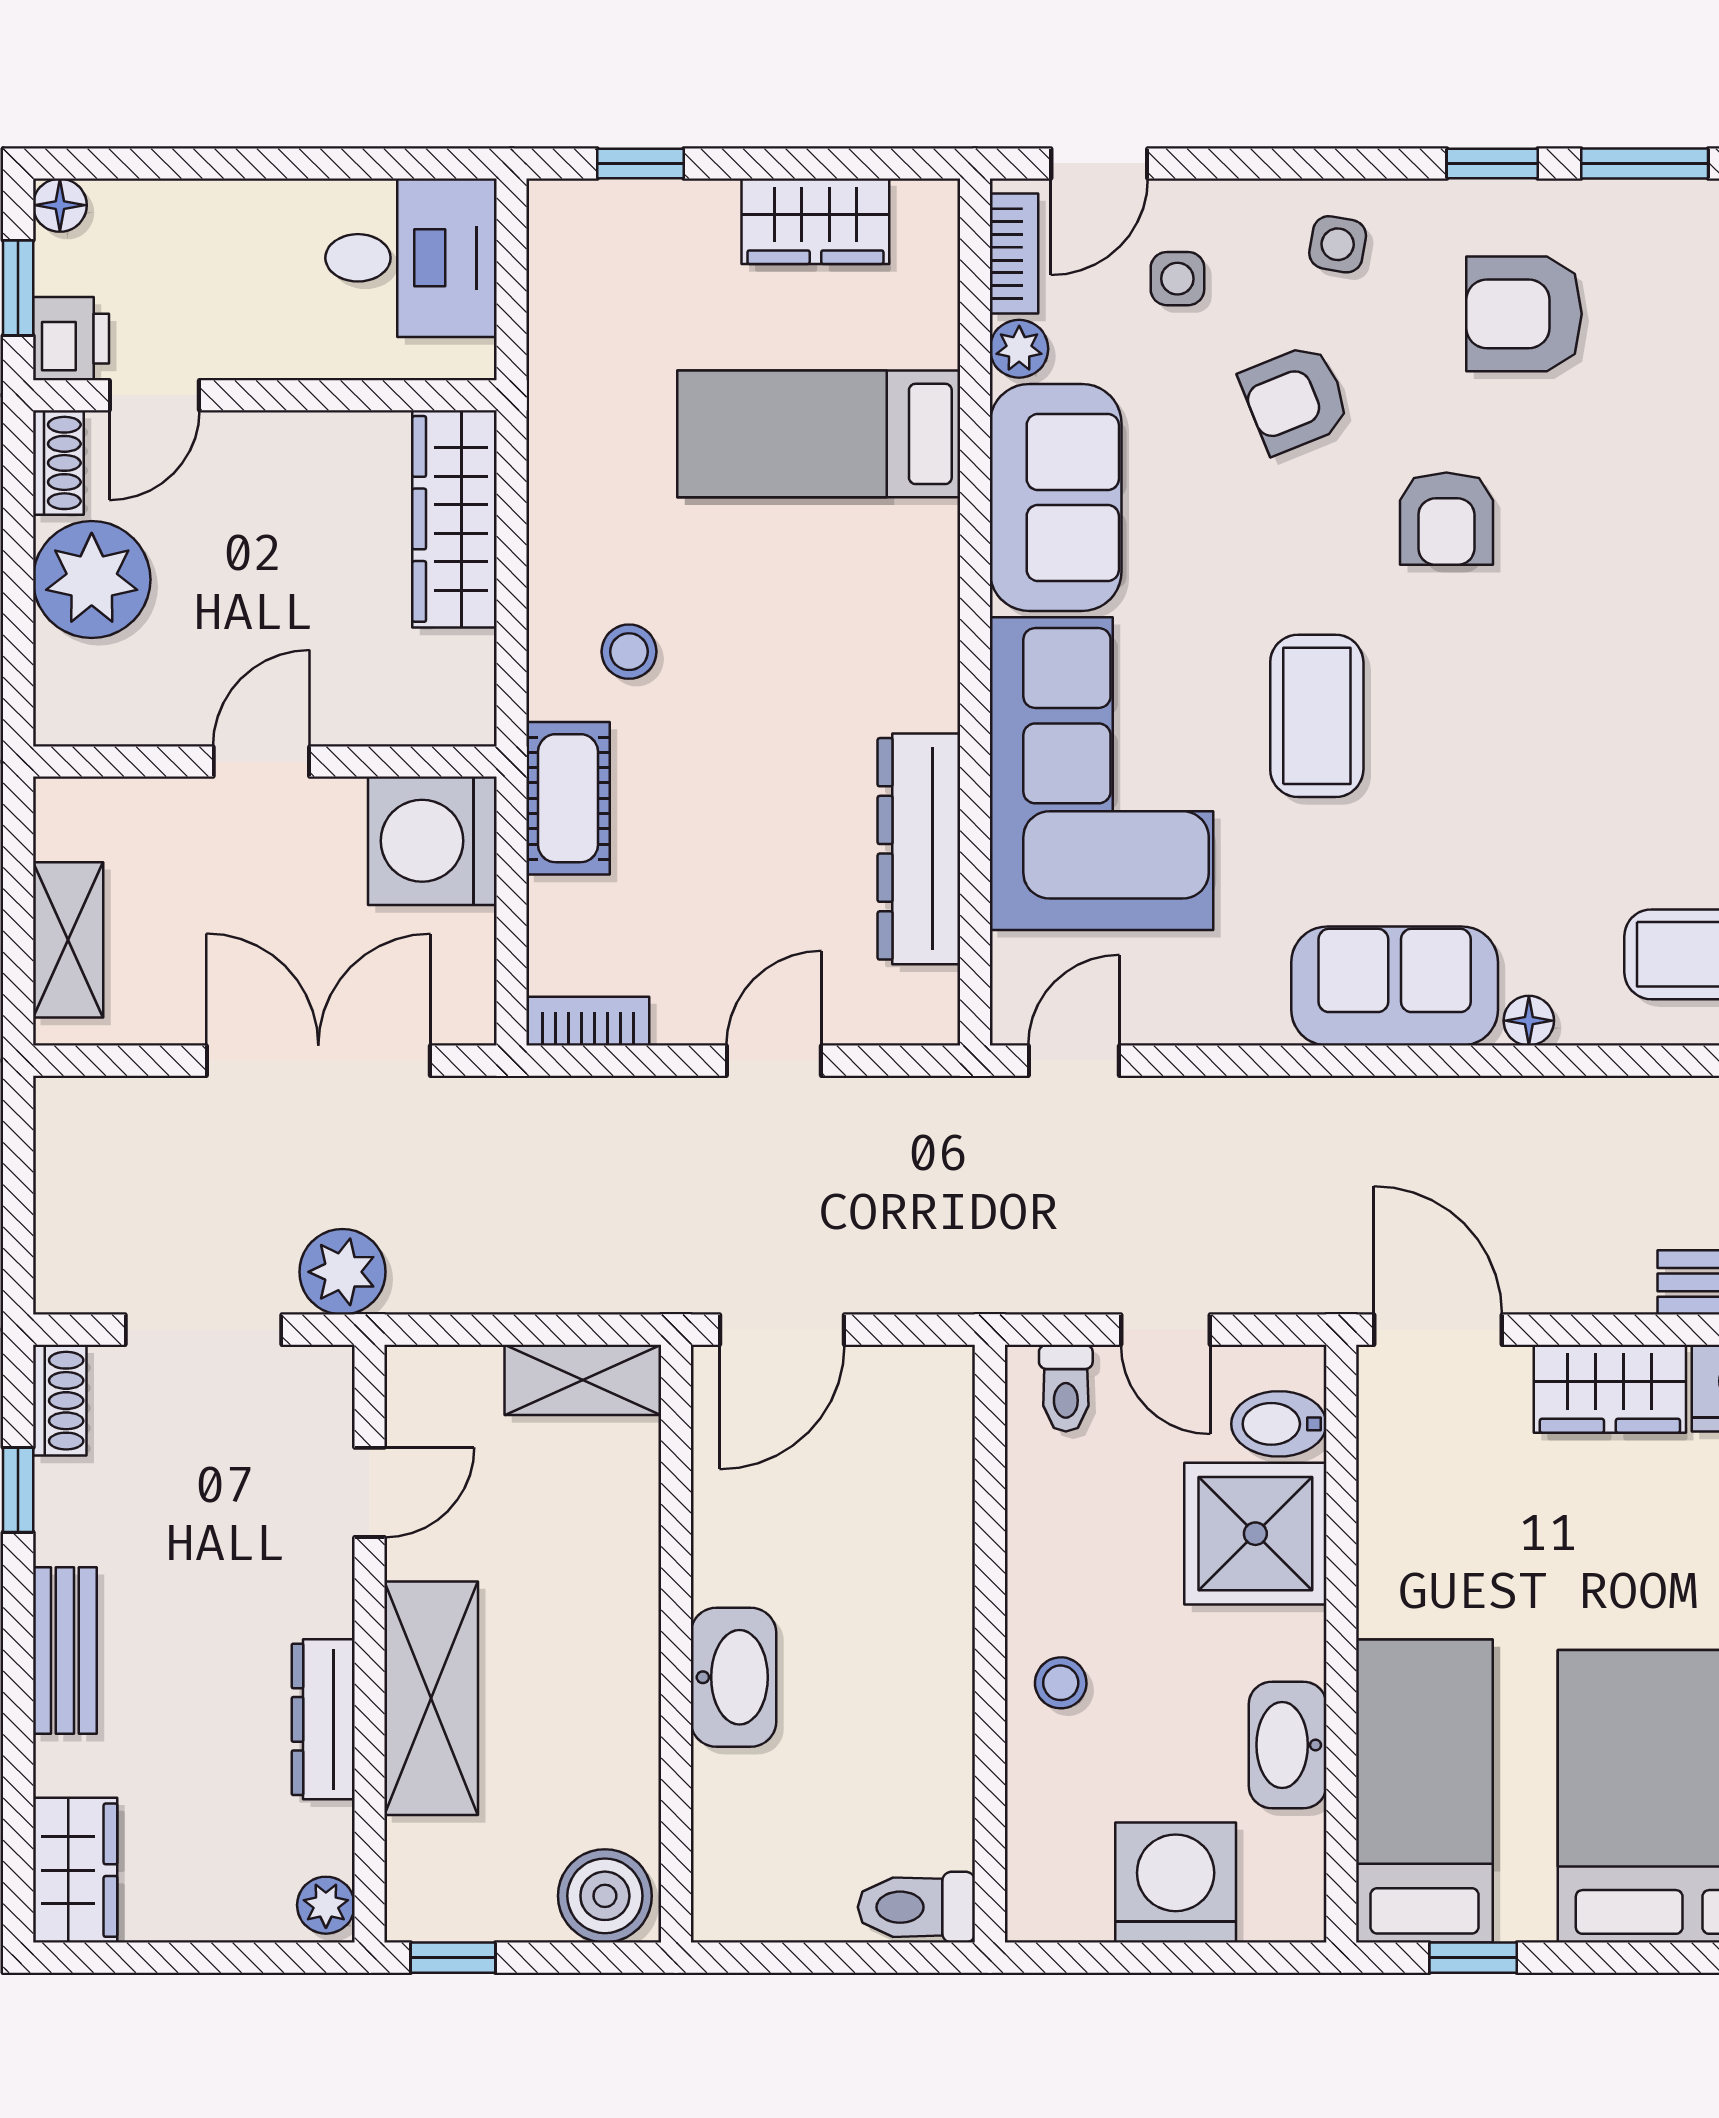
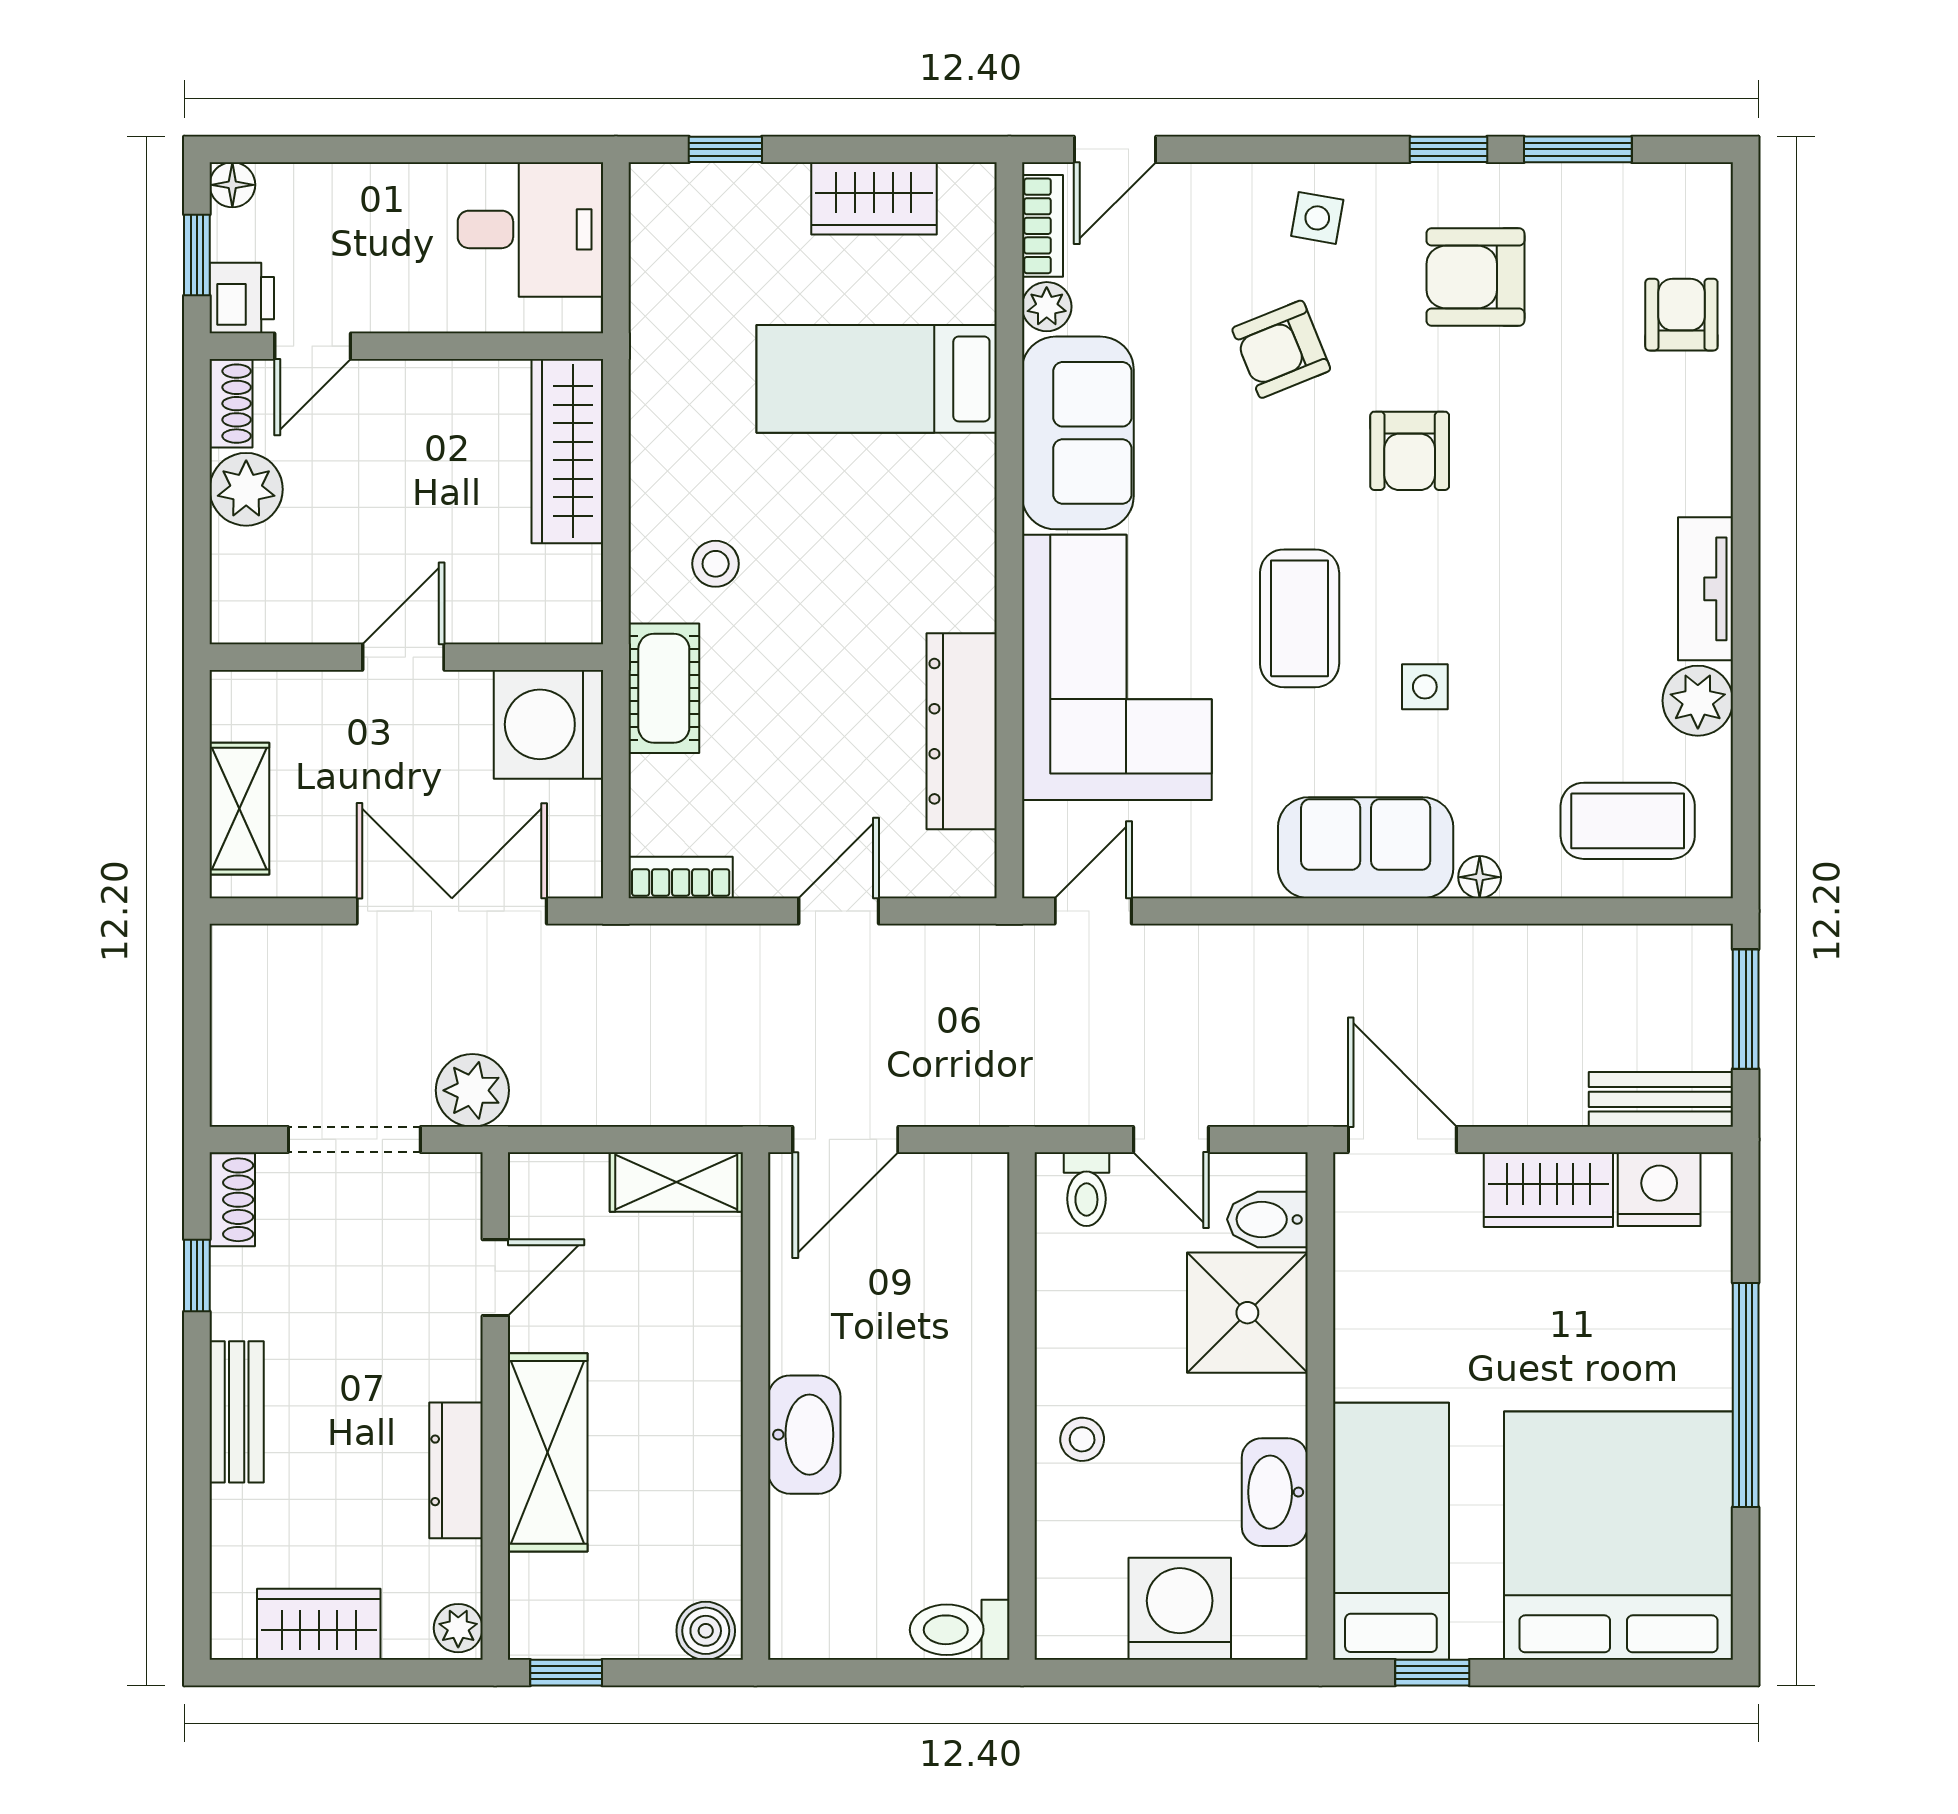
side table: (1177, 279) -> (1425, 687), moved
plant: (92, 580) -> (246, 489), width x0.73, depth x0.73
wardrobe: (75, 1870) -> (319, 1624), moved, turned -90
boiler: (605, 1896) -> (706, 1631), width x0.73, depth x0.73

